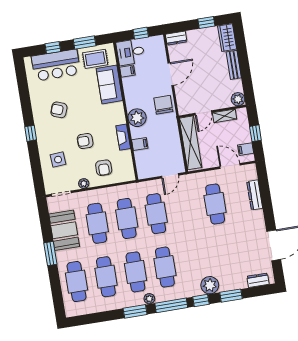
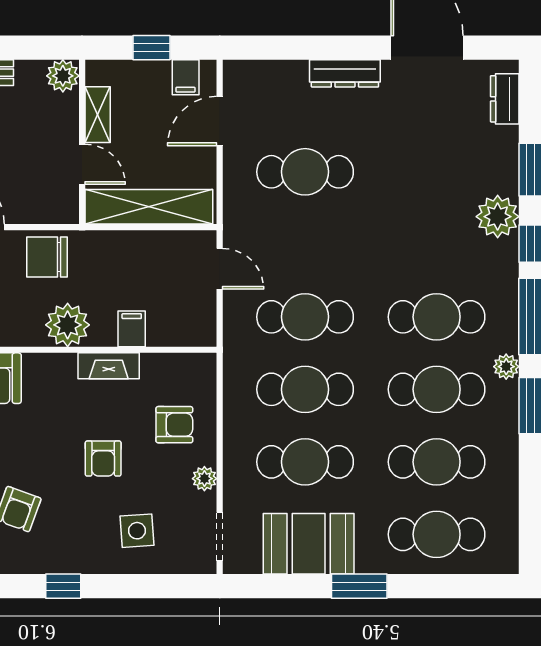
dresser: (255, 195) -> (345, 73), moved

